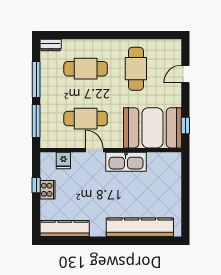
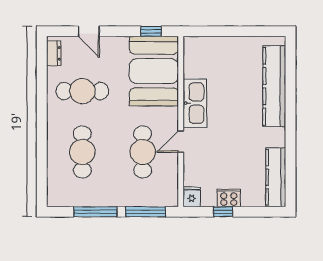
dresser: (51, 45) -> (54, 53), moved
fridge: (63, 160) -> (192, 197), moved, turned -90

